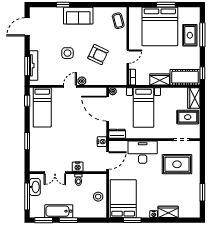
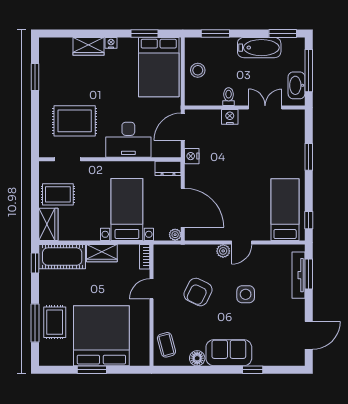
floor lamp: (99, 12) -> (197, 358), added
armchair: (98, 55) -> (198, 292), turned -89
window: (68, 220) -> (215, 33), moved

